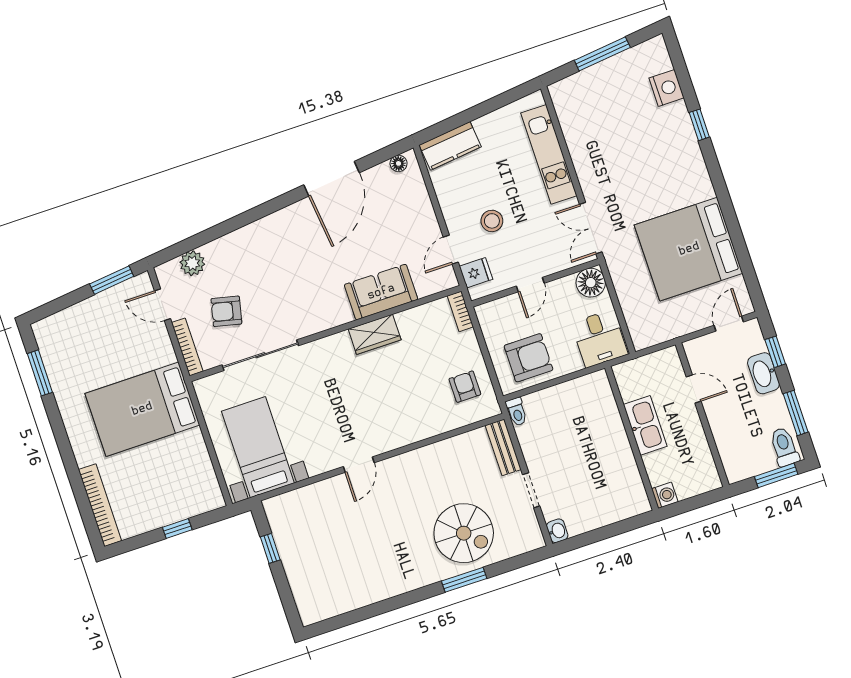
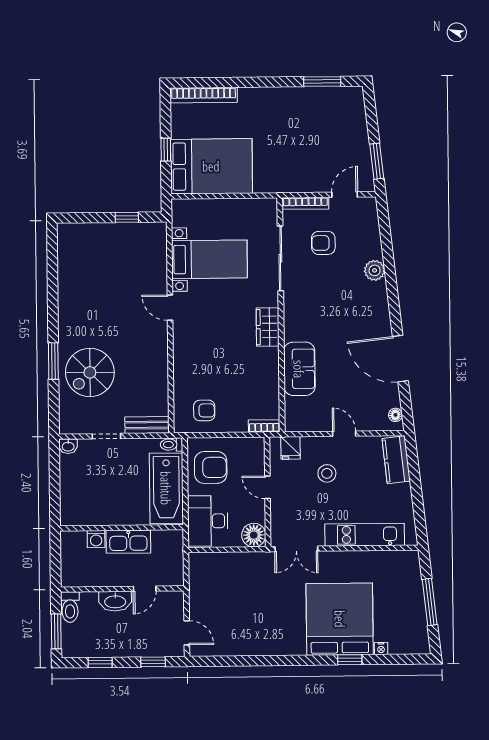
nightstand: (666, 88) -> (381, 649), width x0.53, depth x0.56
double door: (591, 228) -> (296, 549), swing flipped
bed: (689, 249) -> (340, 619), moved
door: (451, 250) -> (344, 434), moved
plant: (192, 263) -> (375, 270), moved
armchair: (226, 311) -> (323, 243), turned -103
wardrobe: (375, 334) -> (268, 327), moved
desk: (599, 339) -> (208, 521), width x1.37
armchair: (528, 358) -> (211, 467), turned -90
washbasin: (763, 373) -> (115, 601), moved, turned 180
bathtub: (569, 401) -> (166, 488), added
bed: (142, 409) -> (211, 166), moved, turned 90
window: (796, 413) -> (100, 662), width x0.67
bed with nightstands: (258, 447) -> (209, 259), moved
toilet: (784, 447) -> (70, 607), moved, turned 90
washing machine: (665, 495) -> (96, 539), moved

